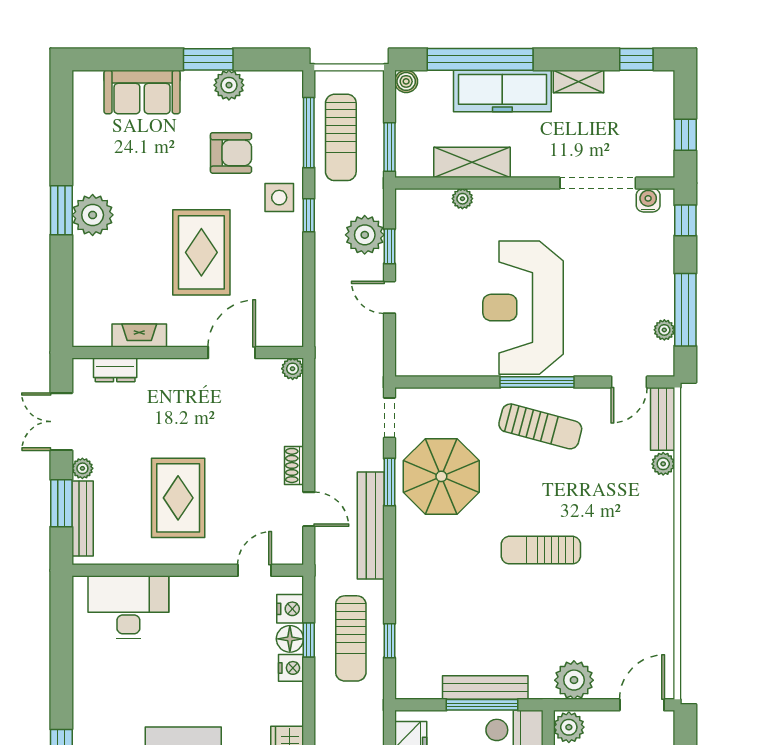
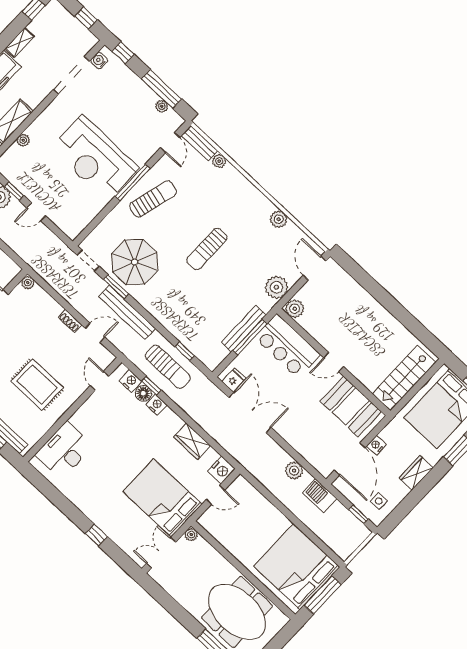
plant: (660, 604) -> (279, 219), added

